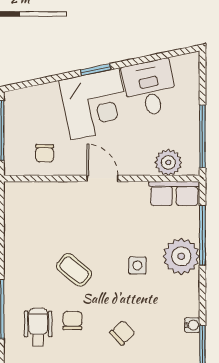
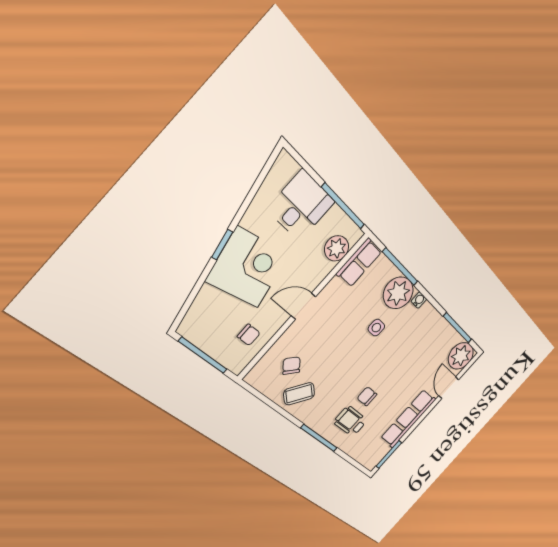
desk: (150, 88) -> (301, 206), moved, turned 102
coffee table: (74, 270) -> (299, 394), moved
water cooler: (192, 325) -> (419, 300), moved
chair: (123, 333) -> (291, 366), moved

